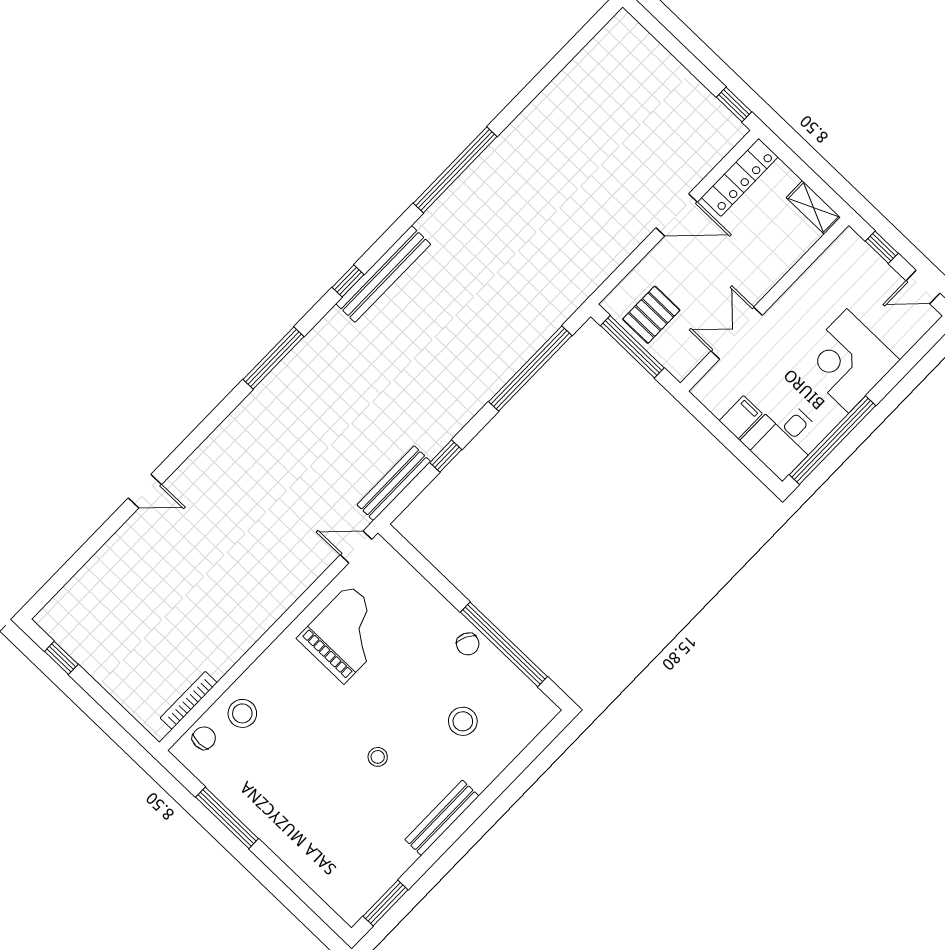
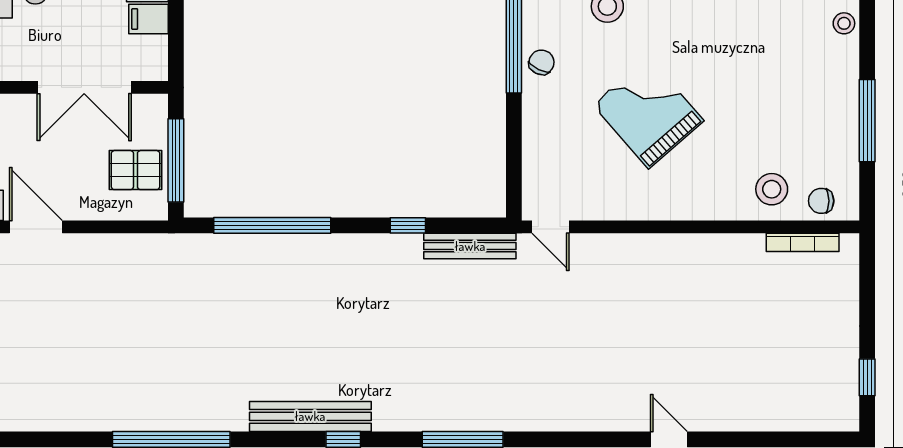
double door: (737, 333) -> (84, 87), width x1.37
grand piano: (347, 634) -> (648, 113), moved, turned 49
stool: (378, 757) -> (844, 23), moved

